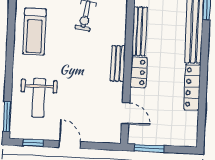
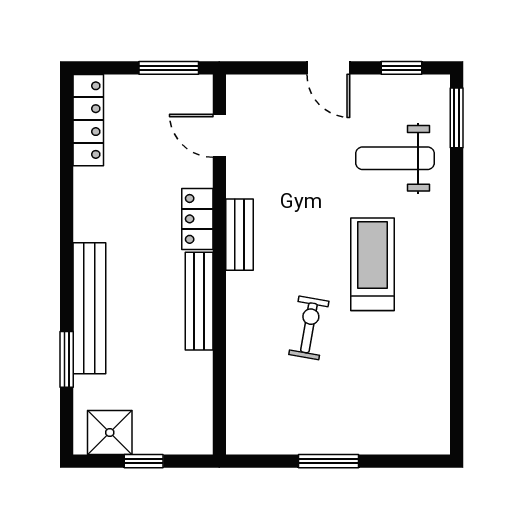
treadmill: (34, 32) -> (372, 264), moved
locker: (192, 87) -> (88, 120), moved
weight bench: (39, 98) -> (395, 158), turned -90

